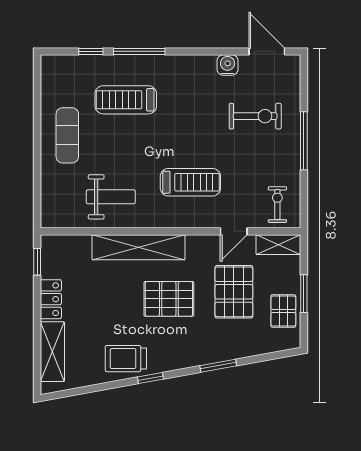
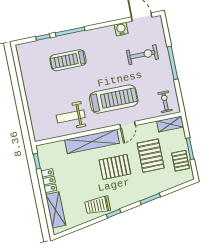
exercise mat: (67, 135) -> (39, 87), removed
treadmill: (190, 182) -> (114, 99), width x1.37, depth x1.38
weight bench: (111, 197) -> (71, 116), turned 180
door: (234, 231) -> (128, 125), moved

